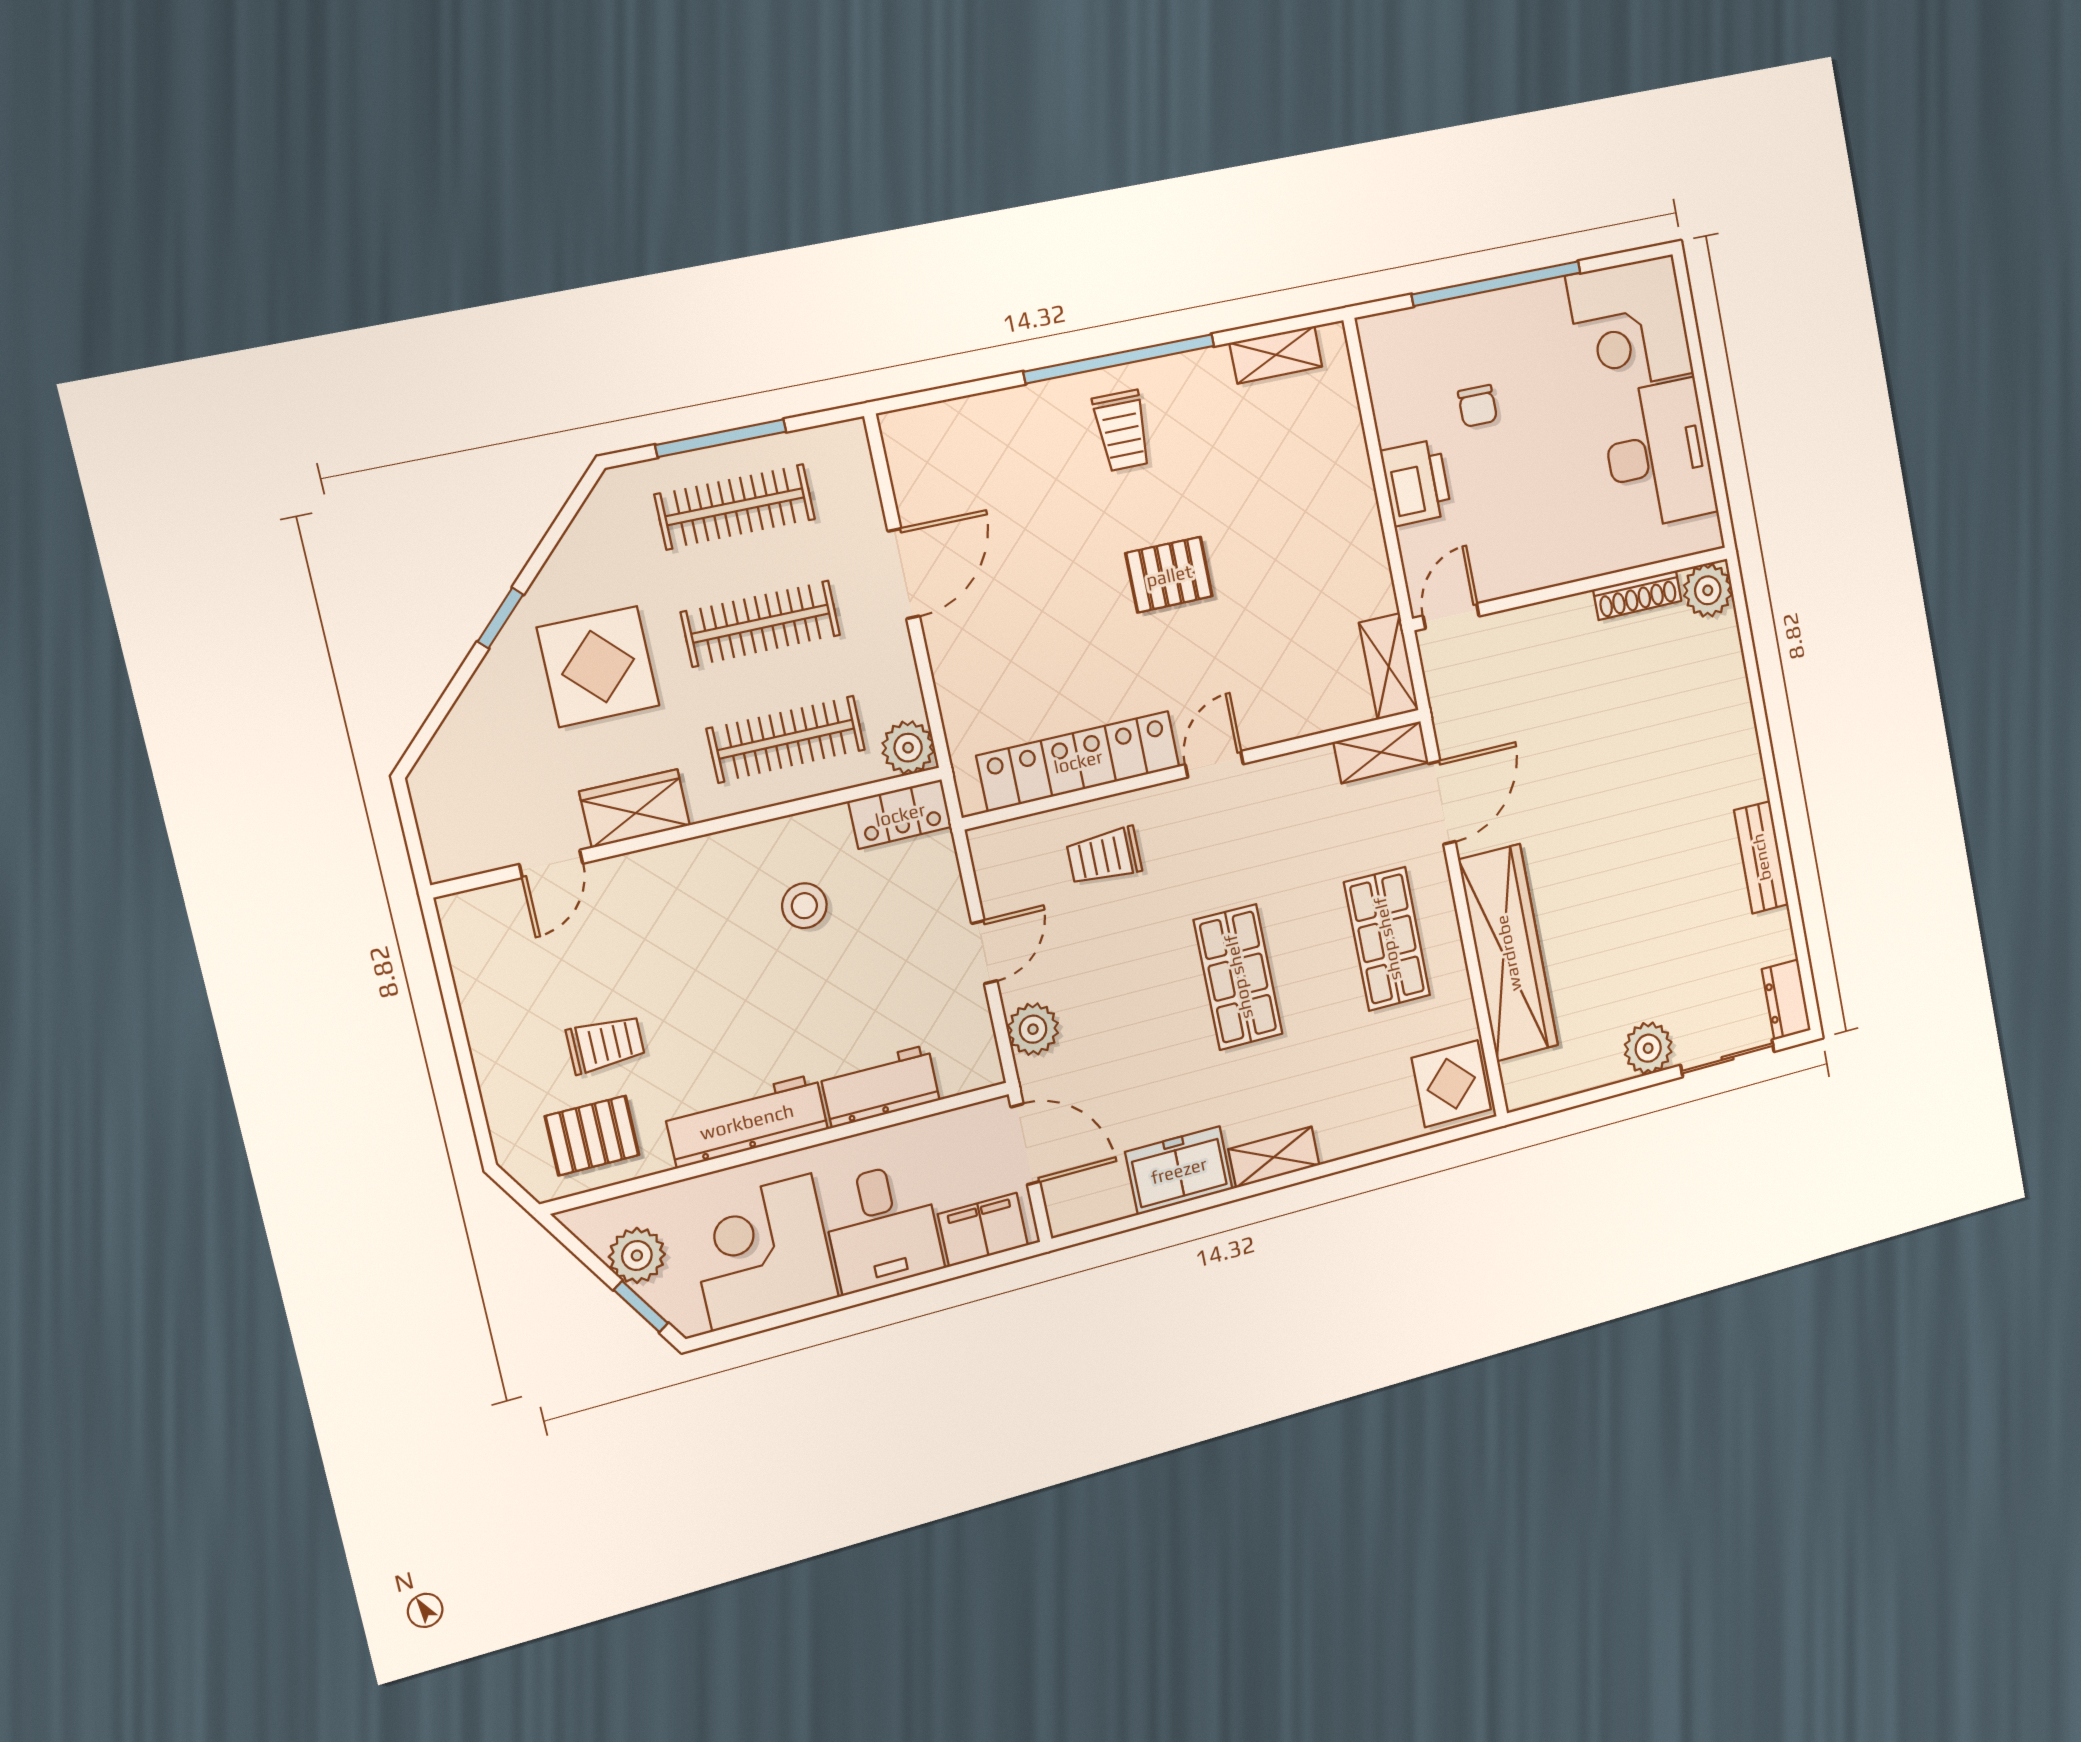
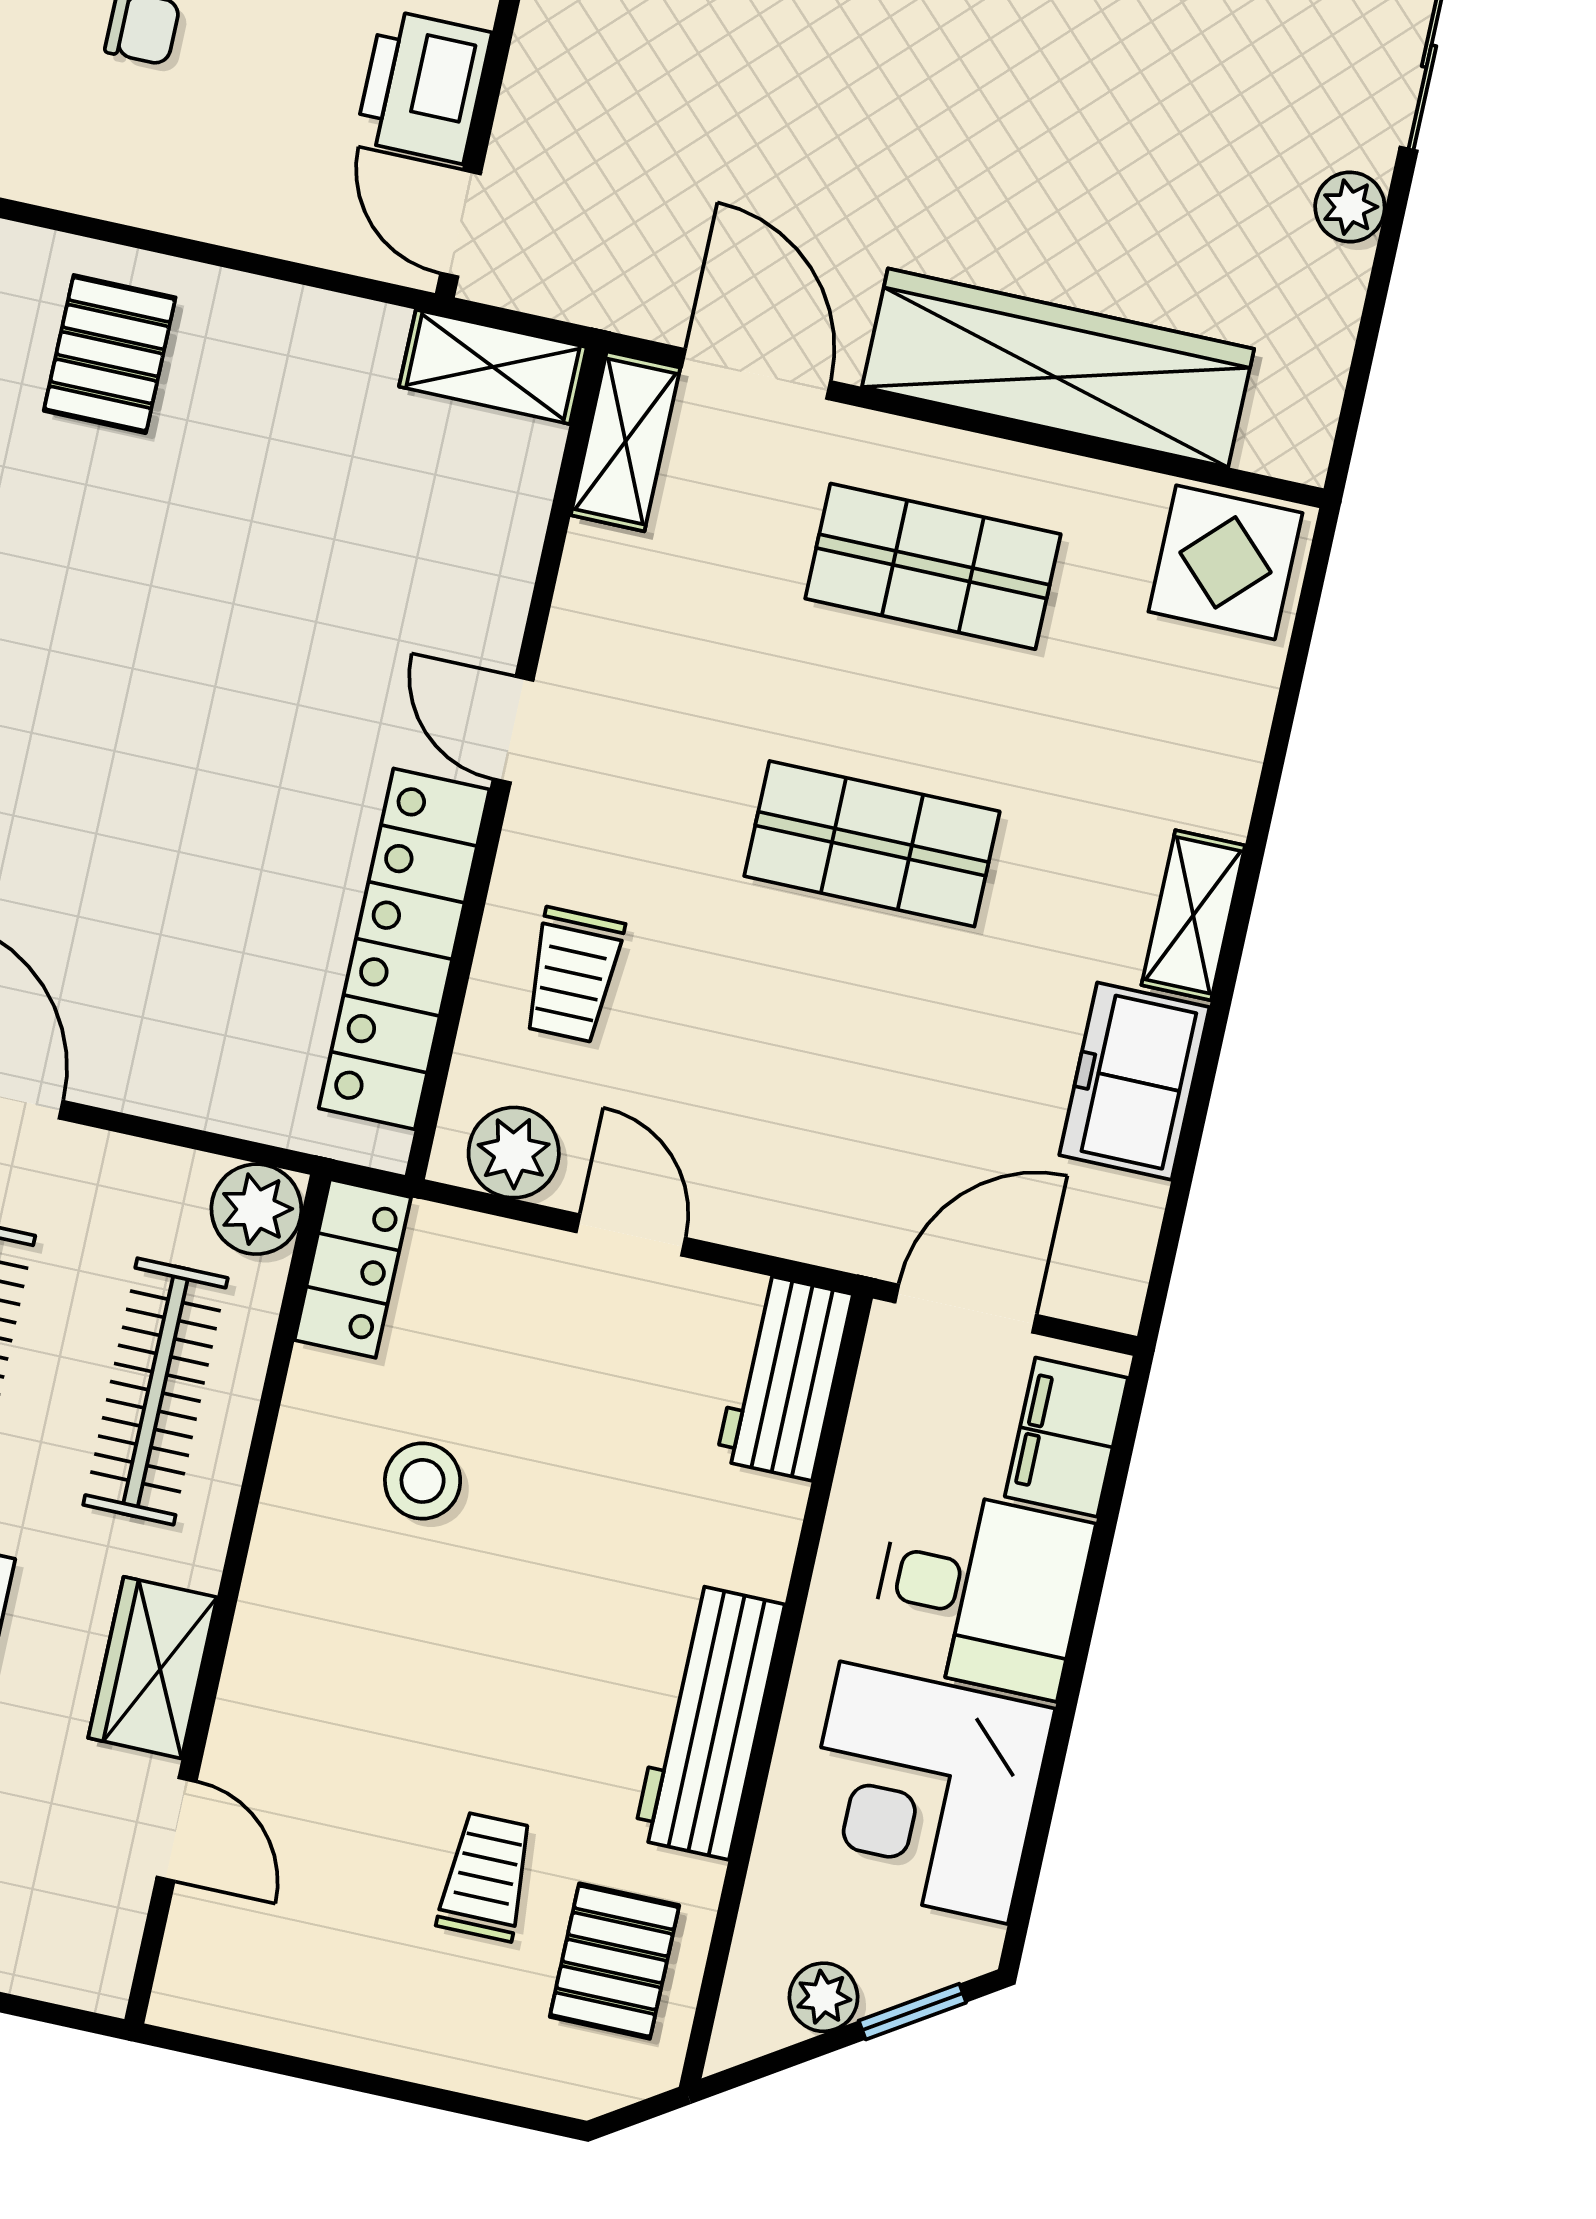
printer: (1416, 483) -> (423, 86), moved, turned -90
pallet: (1169, 575) -> (110, 354), moved
plant: (1033, 1029) -> (514, 1153), moved
plant: (1648, 1048) -> (1350, 207), width x0.73, depth x0.73
workbench: (880, 1086) -> (784, 1377), moved
plant: (637, 1255) -> (823, 1997), width x0.73, depth x0.73

